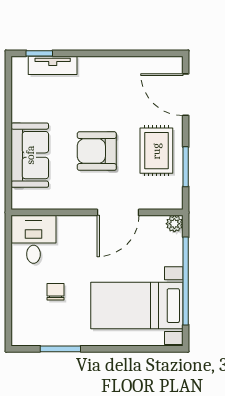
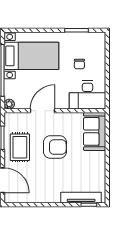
tv unit: (53, 65) -> (81, 198), width x1.41
sofa: (30, 155) -> (95, 131), moved
desk: (33, 239) -> (87, 95), width x1.37

